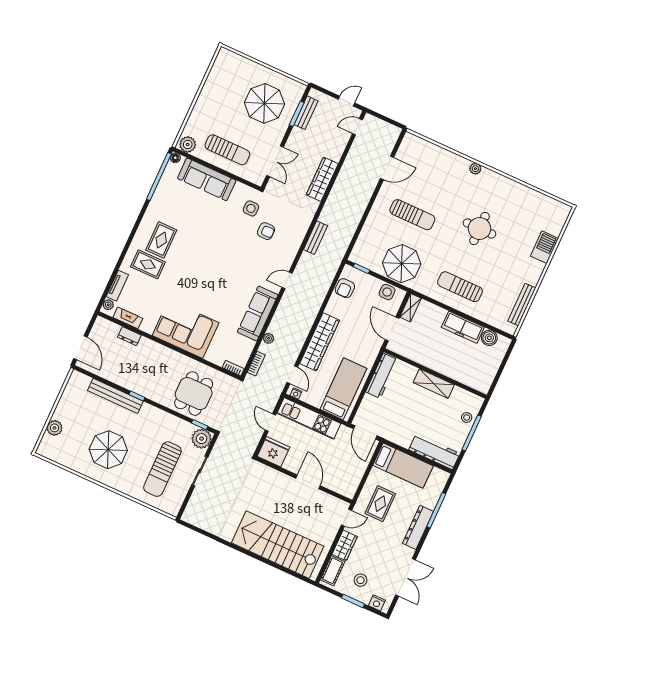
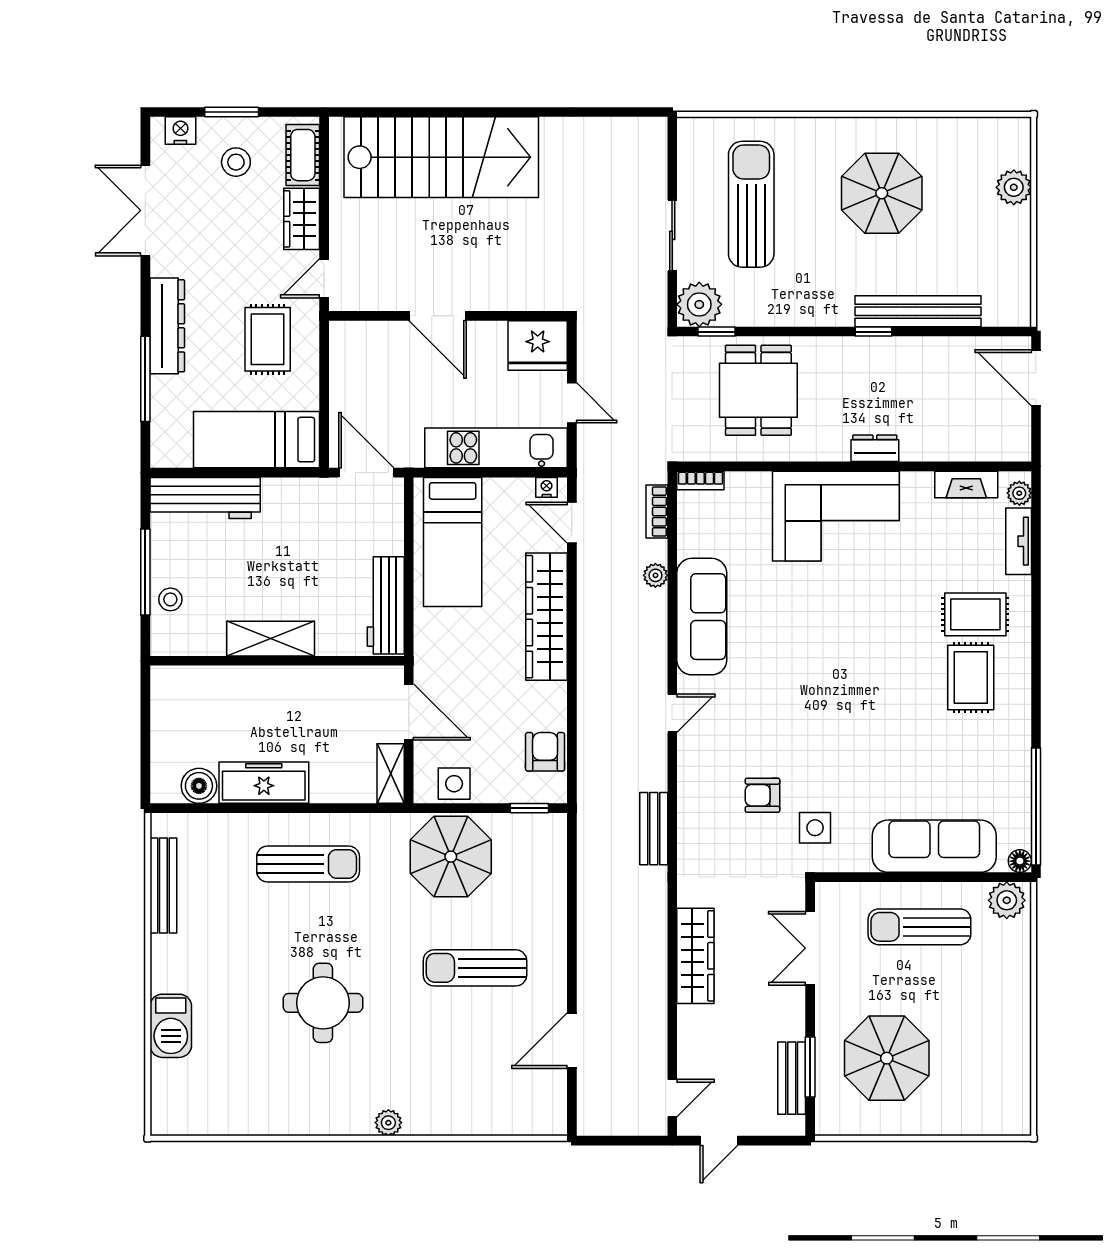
dresser: (129, 336) -> (875, 448), moved

